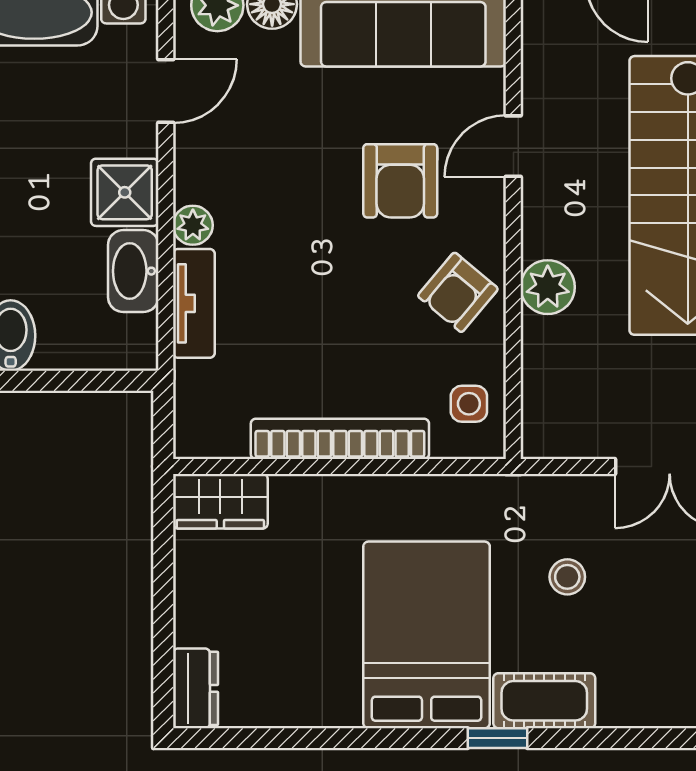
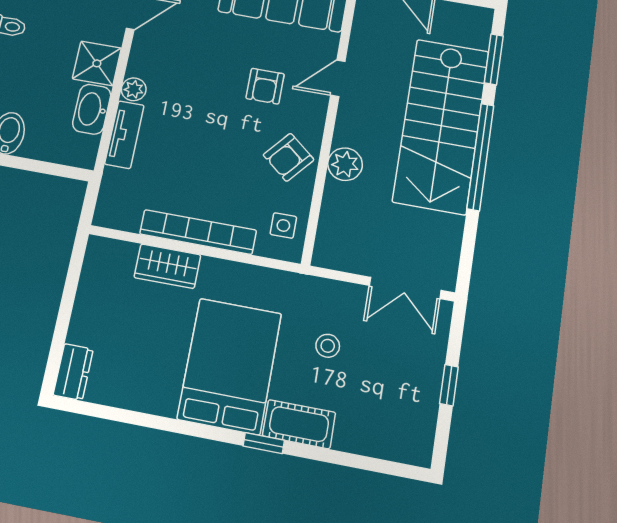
armchair: (400, 181) -> (265, 86), width x0.72, depth x0.72
wardrobe: (220, 501) -> (167, 266), moved

